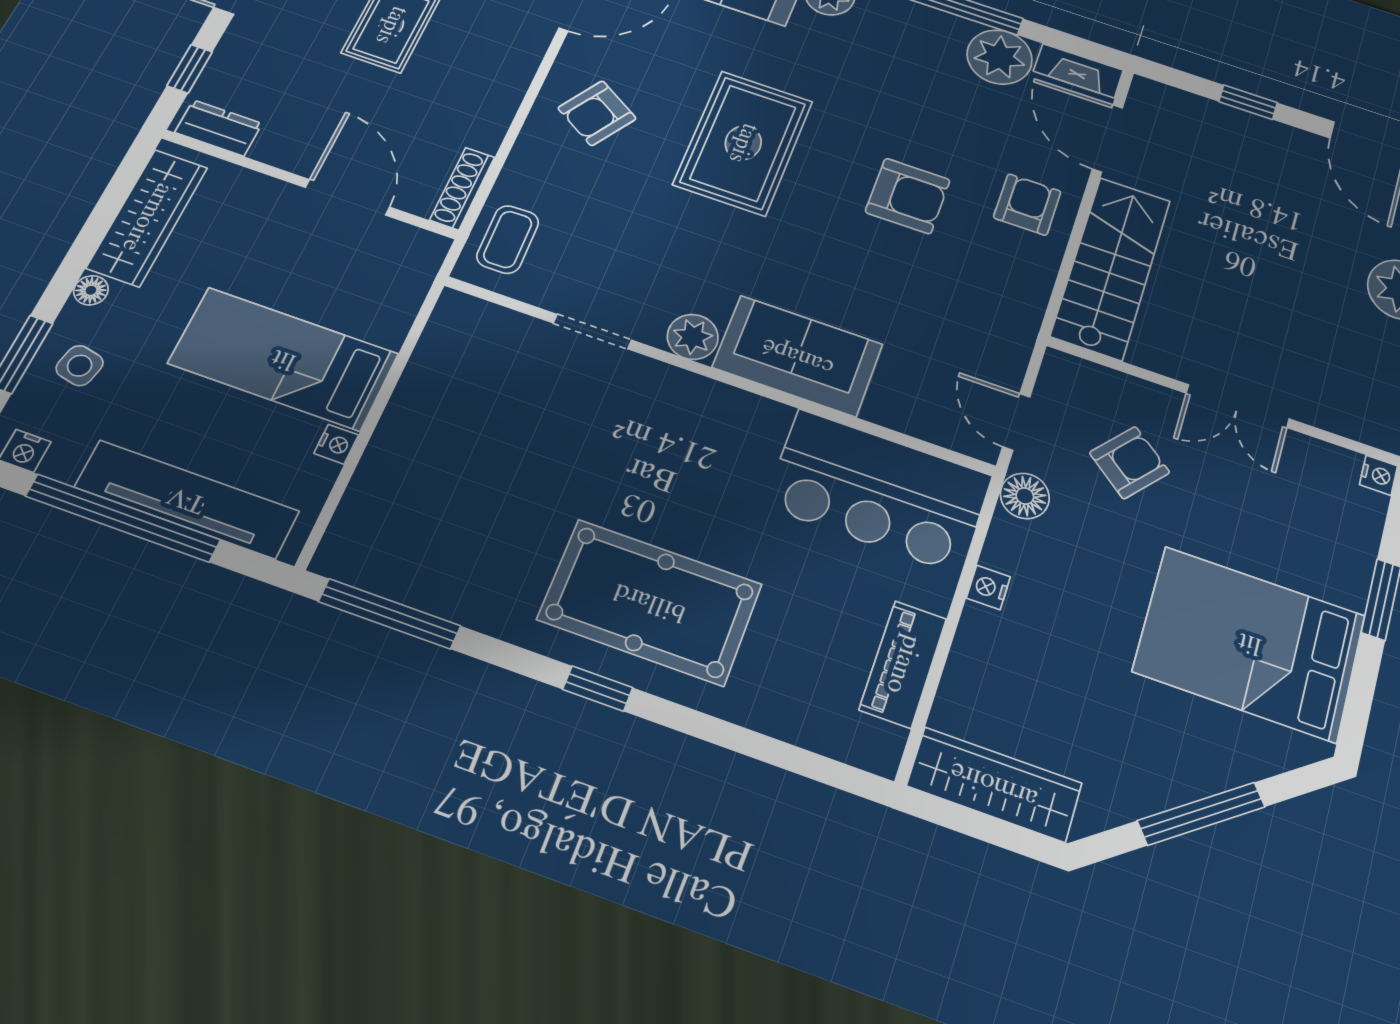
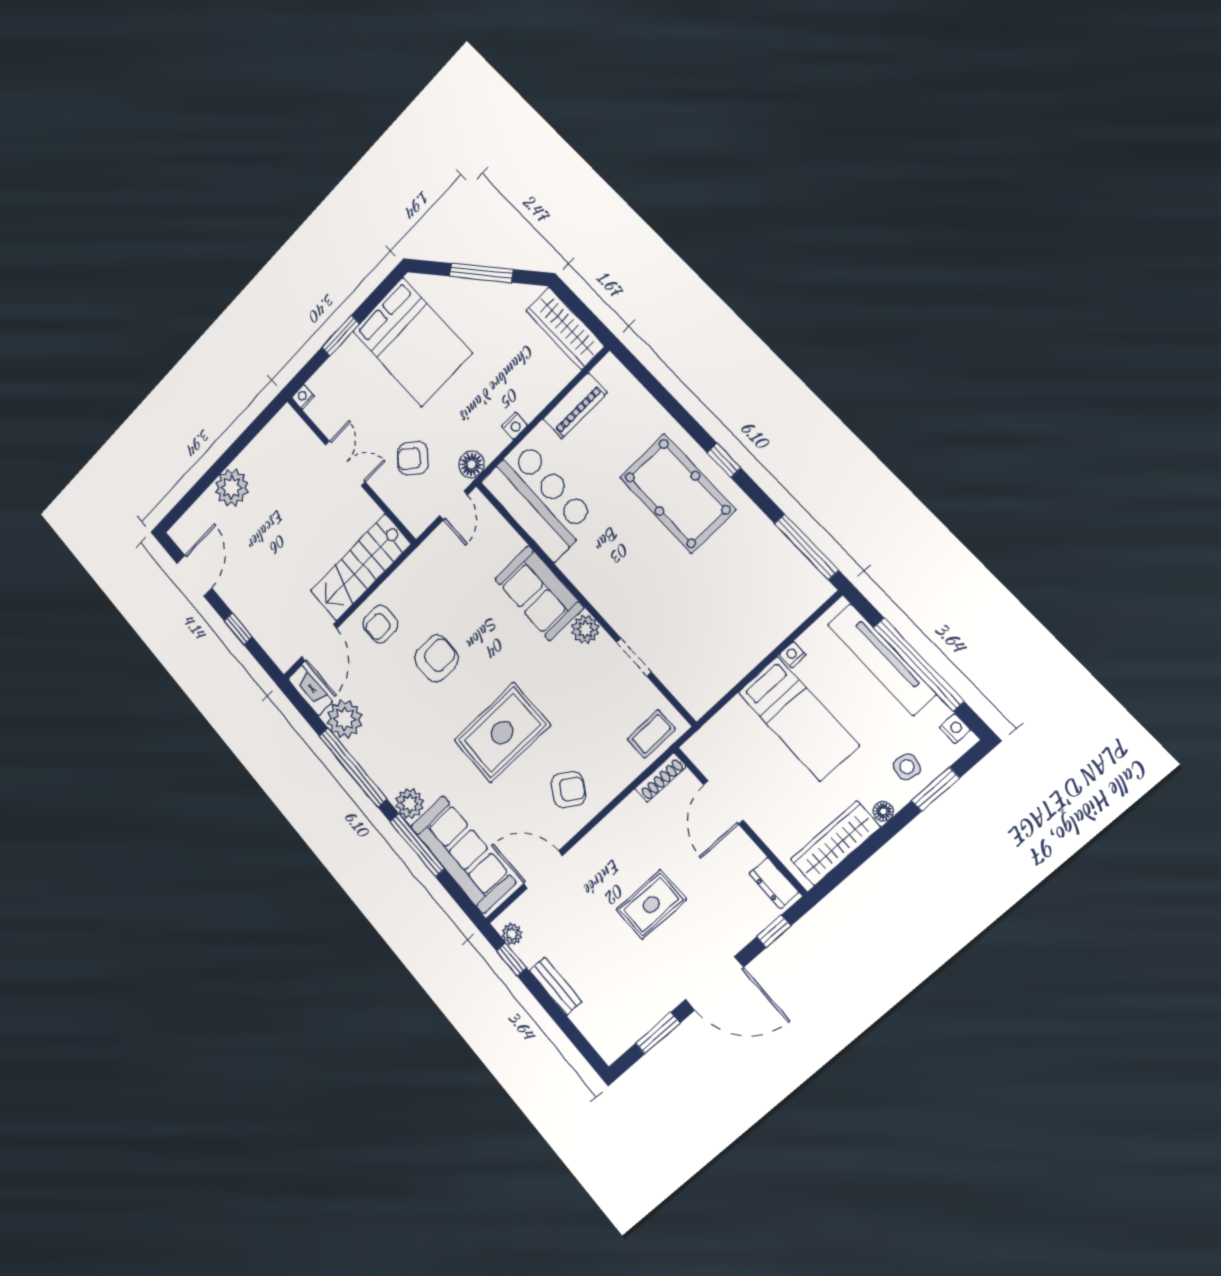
armchair: (908, 196) -> (436, 659), turned 90

